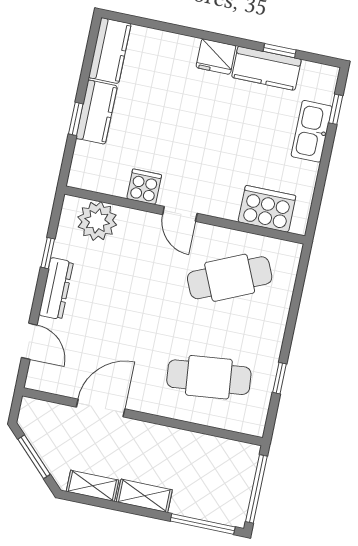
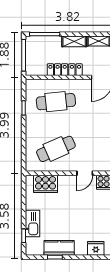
fridge: (216, 57) -> (96, 248), moved
door: (180, 214) -> (85, 173), swing flipped
locker: (176, 441) -> (65, 70), added

